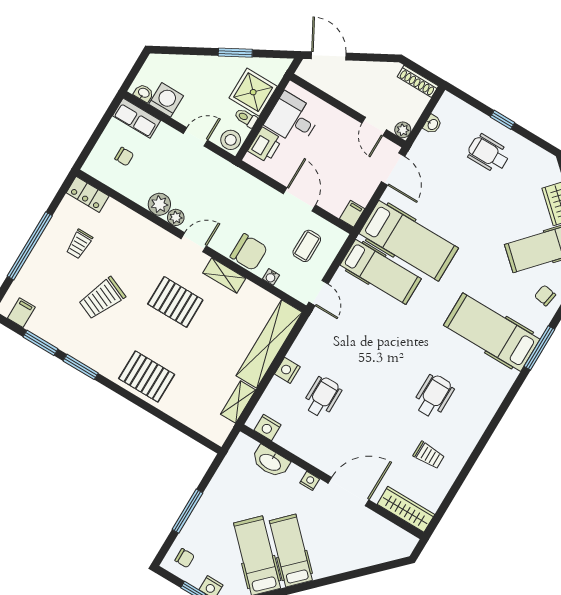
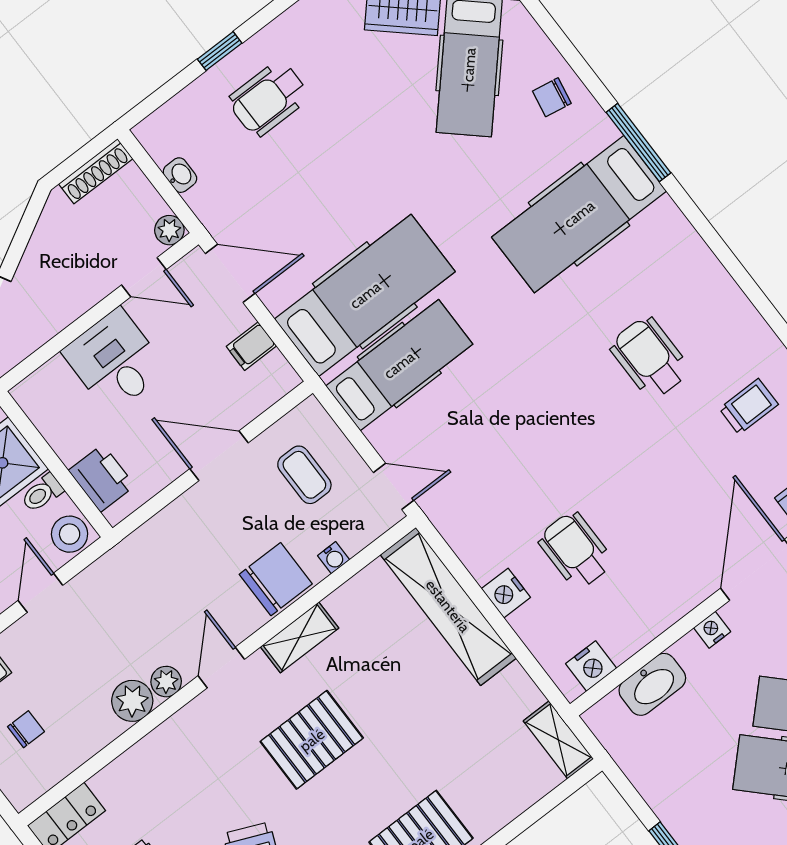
desk: (293, 119) -> (115, 361), moved, turned 90
filing cabinet: (352, 214) -> (251, 346), moved, turned -90
shelving: (238, 402) -> (558, 740), moved

